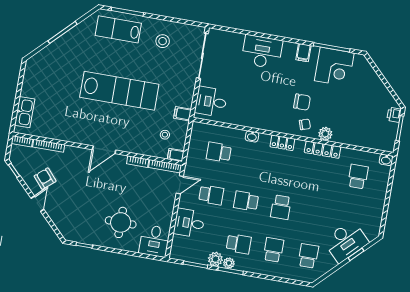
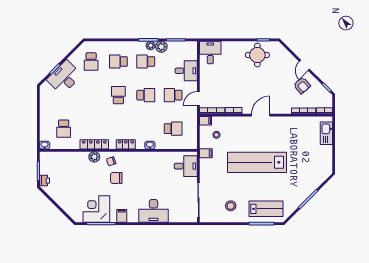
round table: (121, 222) -> (257, 55), moved
school desk: (273, 250) -> (118, 61), turned 90

